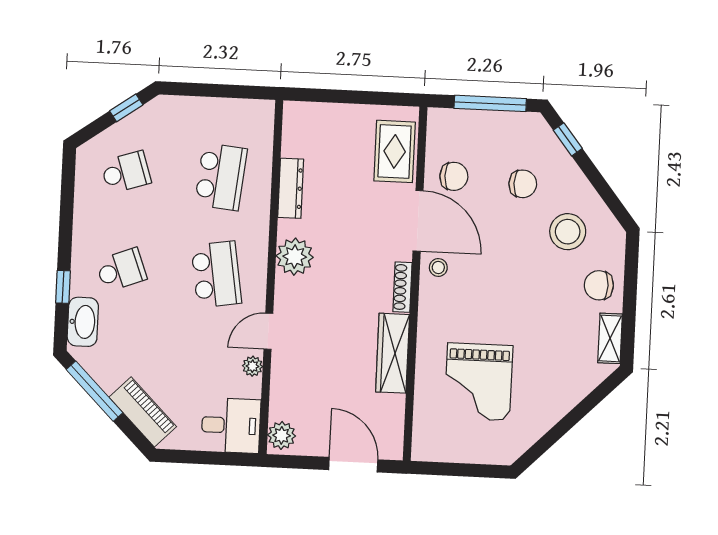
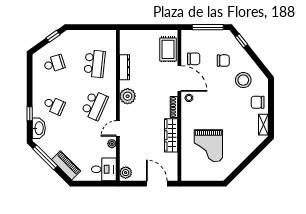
school desk: (121, 270) -> (54, 105), turned 45
school desk: (216, 274) -> (95, 105), turned 33

